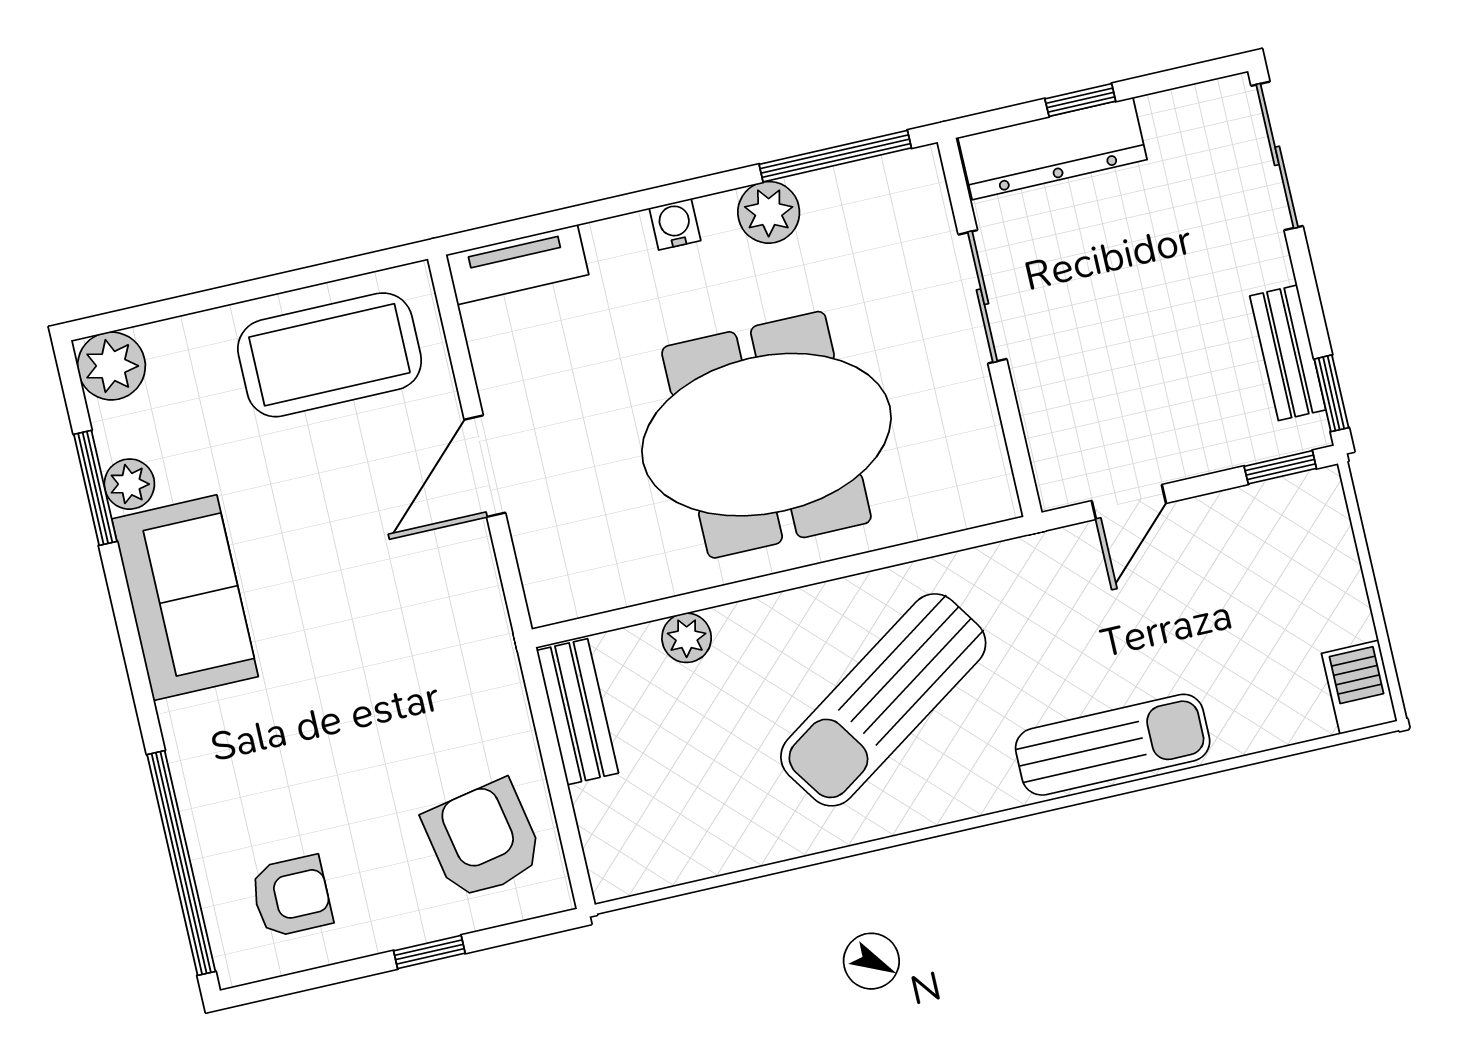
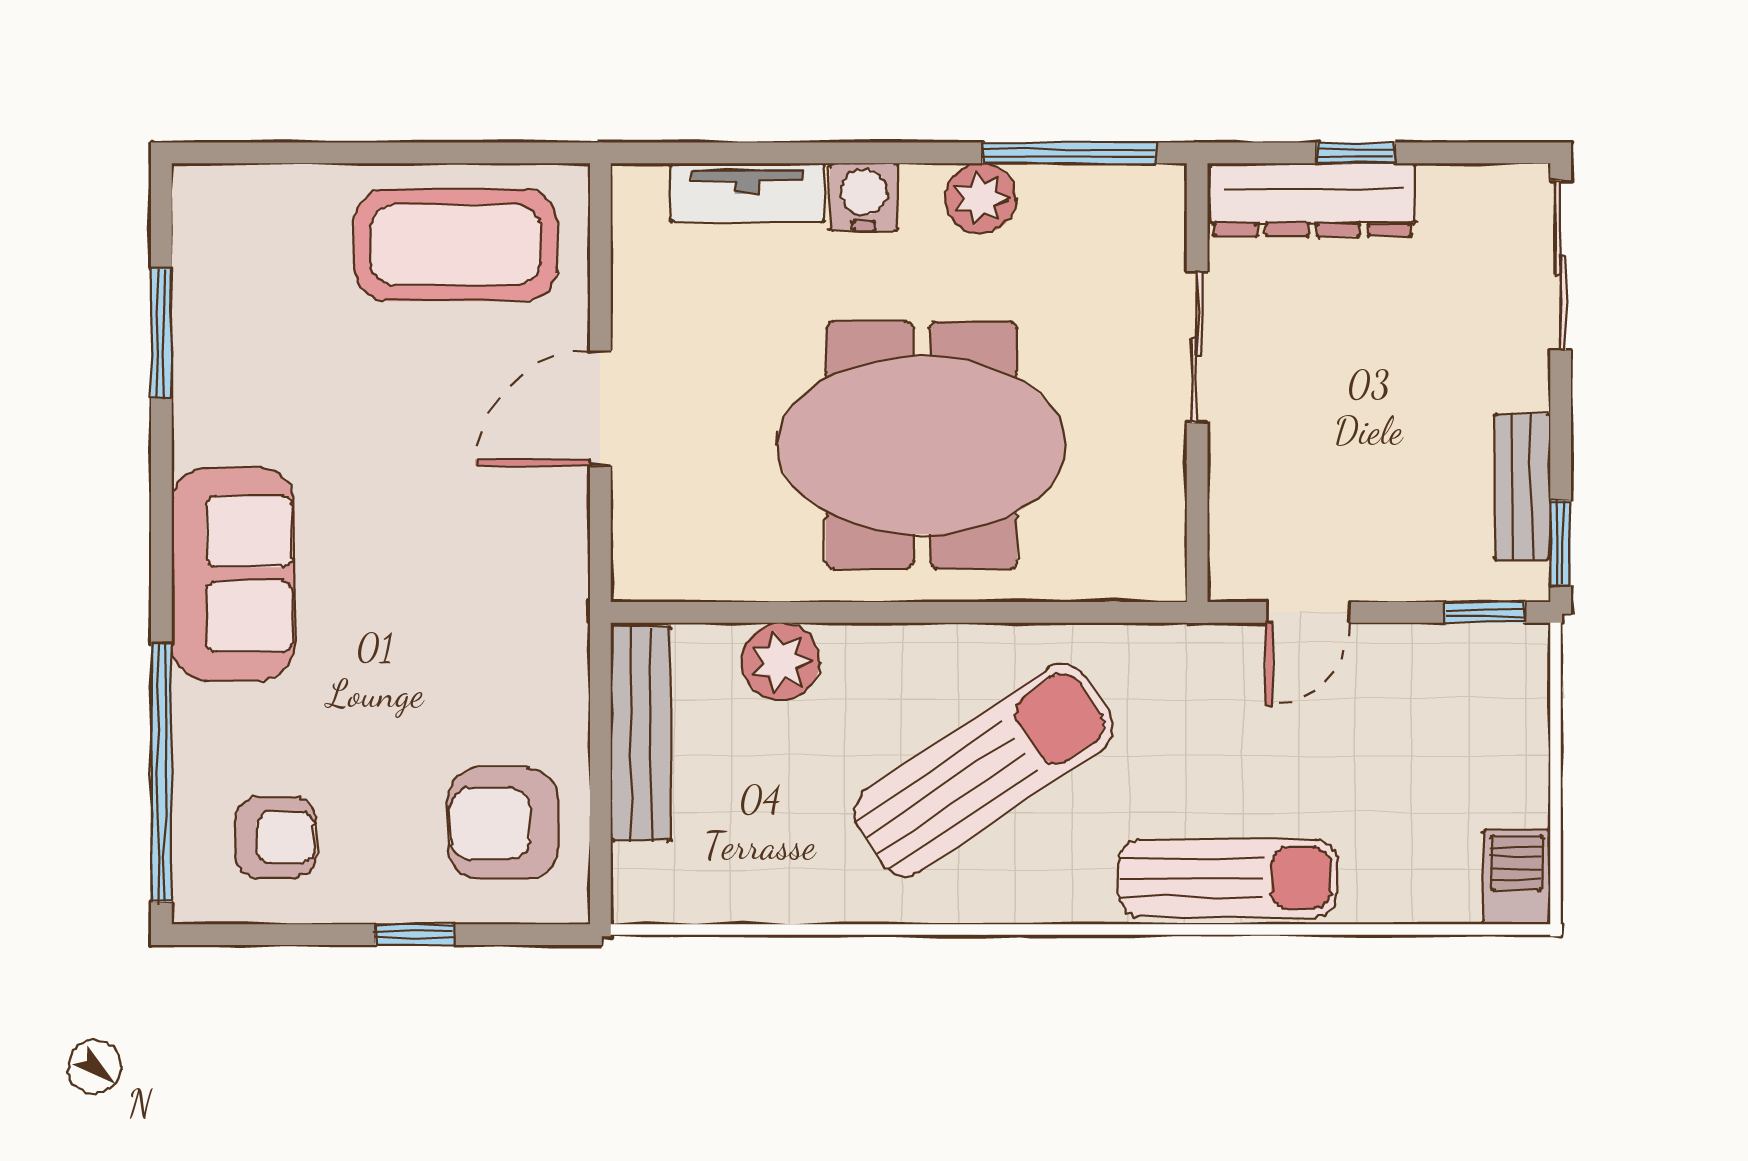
water cooler: (675, 224) -> (864, 197), width x1.38, depth x1.38
tv unit: (517, 265) -> (747, 193), moved
plant: (111, 366) -> (210, 202), removed
plant: (129, 484) -> (200, 338), removed
sofa: (185, 598) -> (233, 574), moved
plant: (687, 638) -> (781, 661), width x1.38, depth x1.38
sun lounger: (883, 700) -> (984, 770), turned 180
bench: (577, 712) -> (641, 734), width x1.36
armchair: (483, 840) -> (503, 824), turned -79

